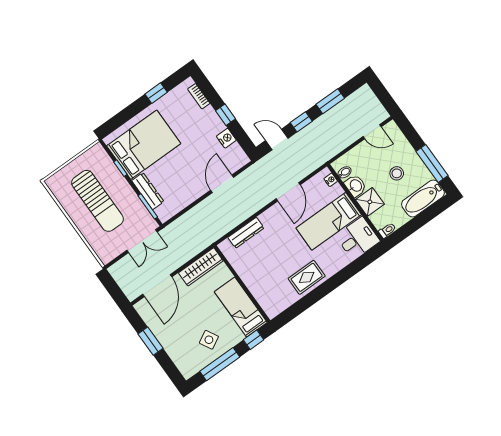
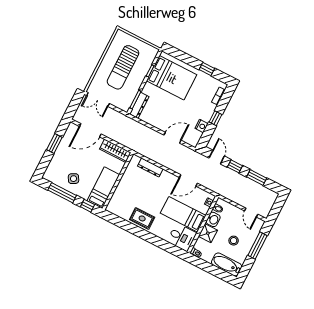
window: (432, 164) -> (258, 245), moved
dresser: (148, 191) -> (139, 105), moved
double door: (142, 241) -> (98, 100), moved

